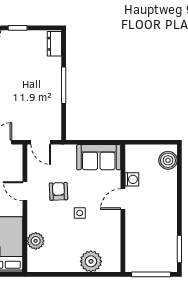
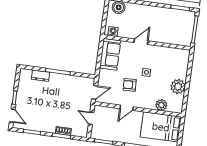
dresser: (54, 44) -> (40, 76), moved
washing machine: (132, 179) -> (113, 32), moved
door: (123, 199) -> (141, 42), swing flipped
plant: (91, 261) -> (178, 87), moved

